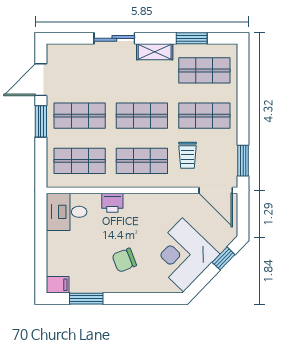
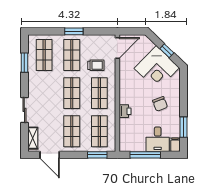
shelving: (155, 52) -> (33, 138), moved
window: (41, 121) -> (97, 155), moved
window: (243, 161) -> (74, 31), moved
desk: (67, 212) -> (158, 139), moved
window: (41, 236) -> (145, 155), added
window: (224, 258) -> (167, 51), moved

